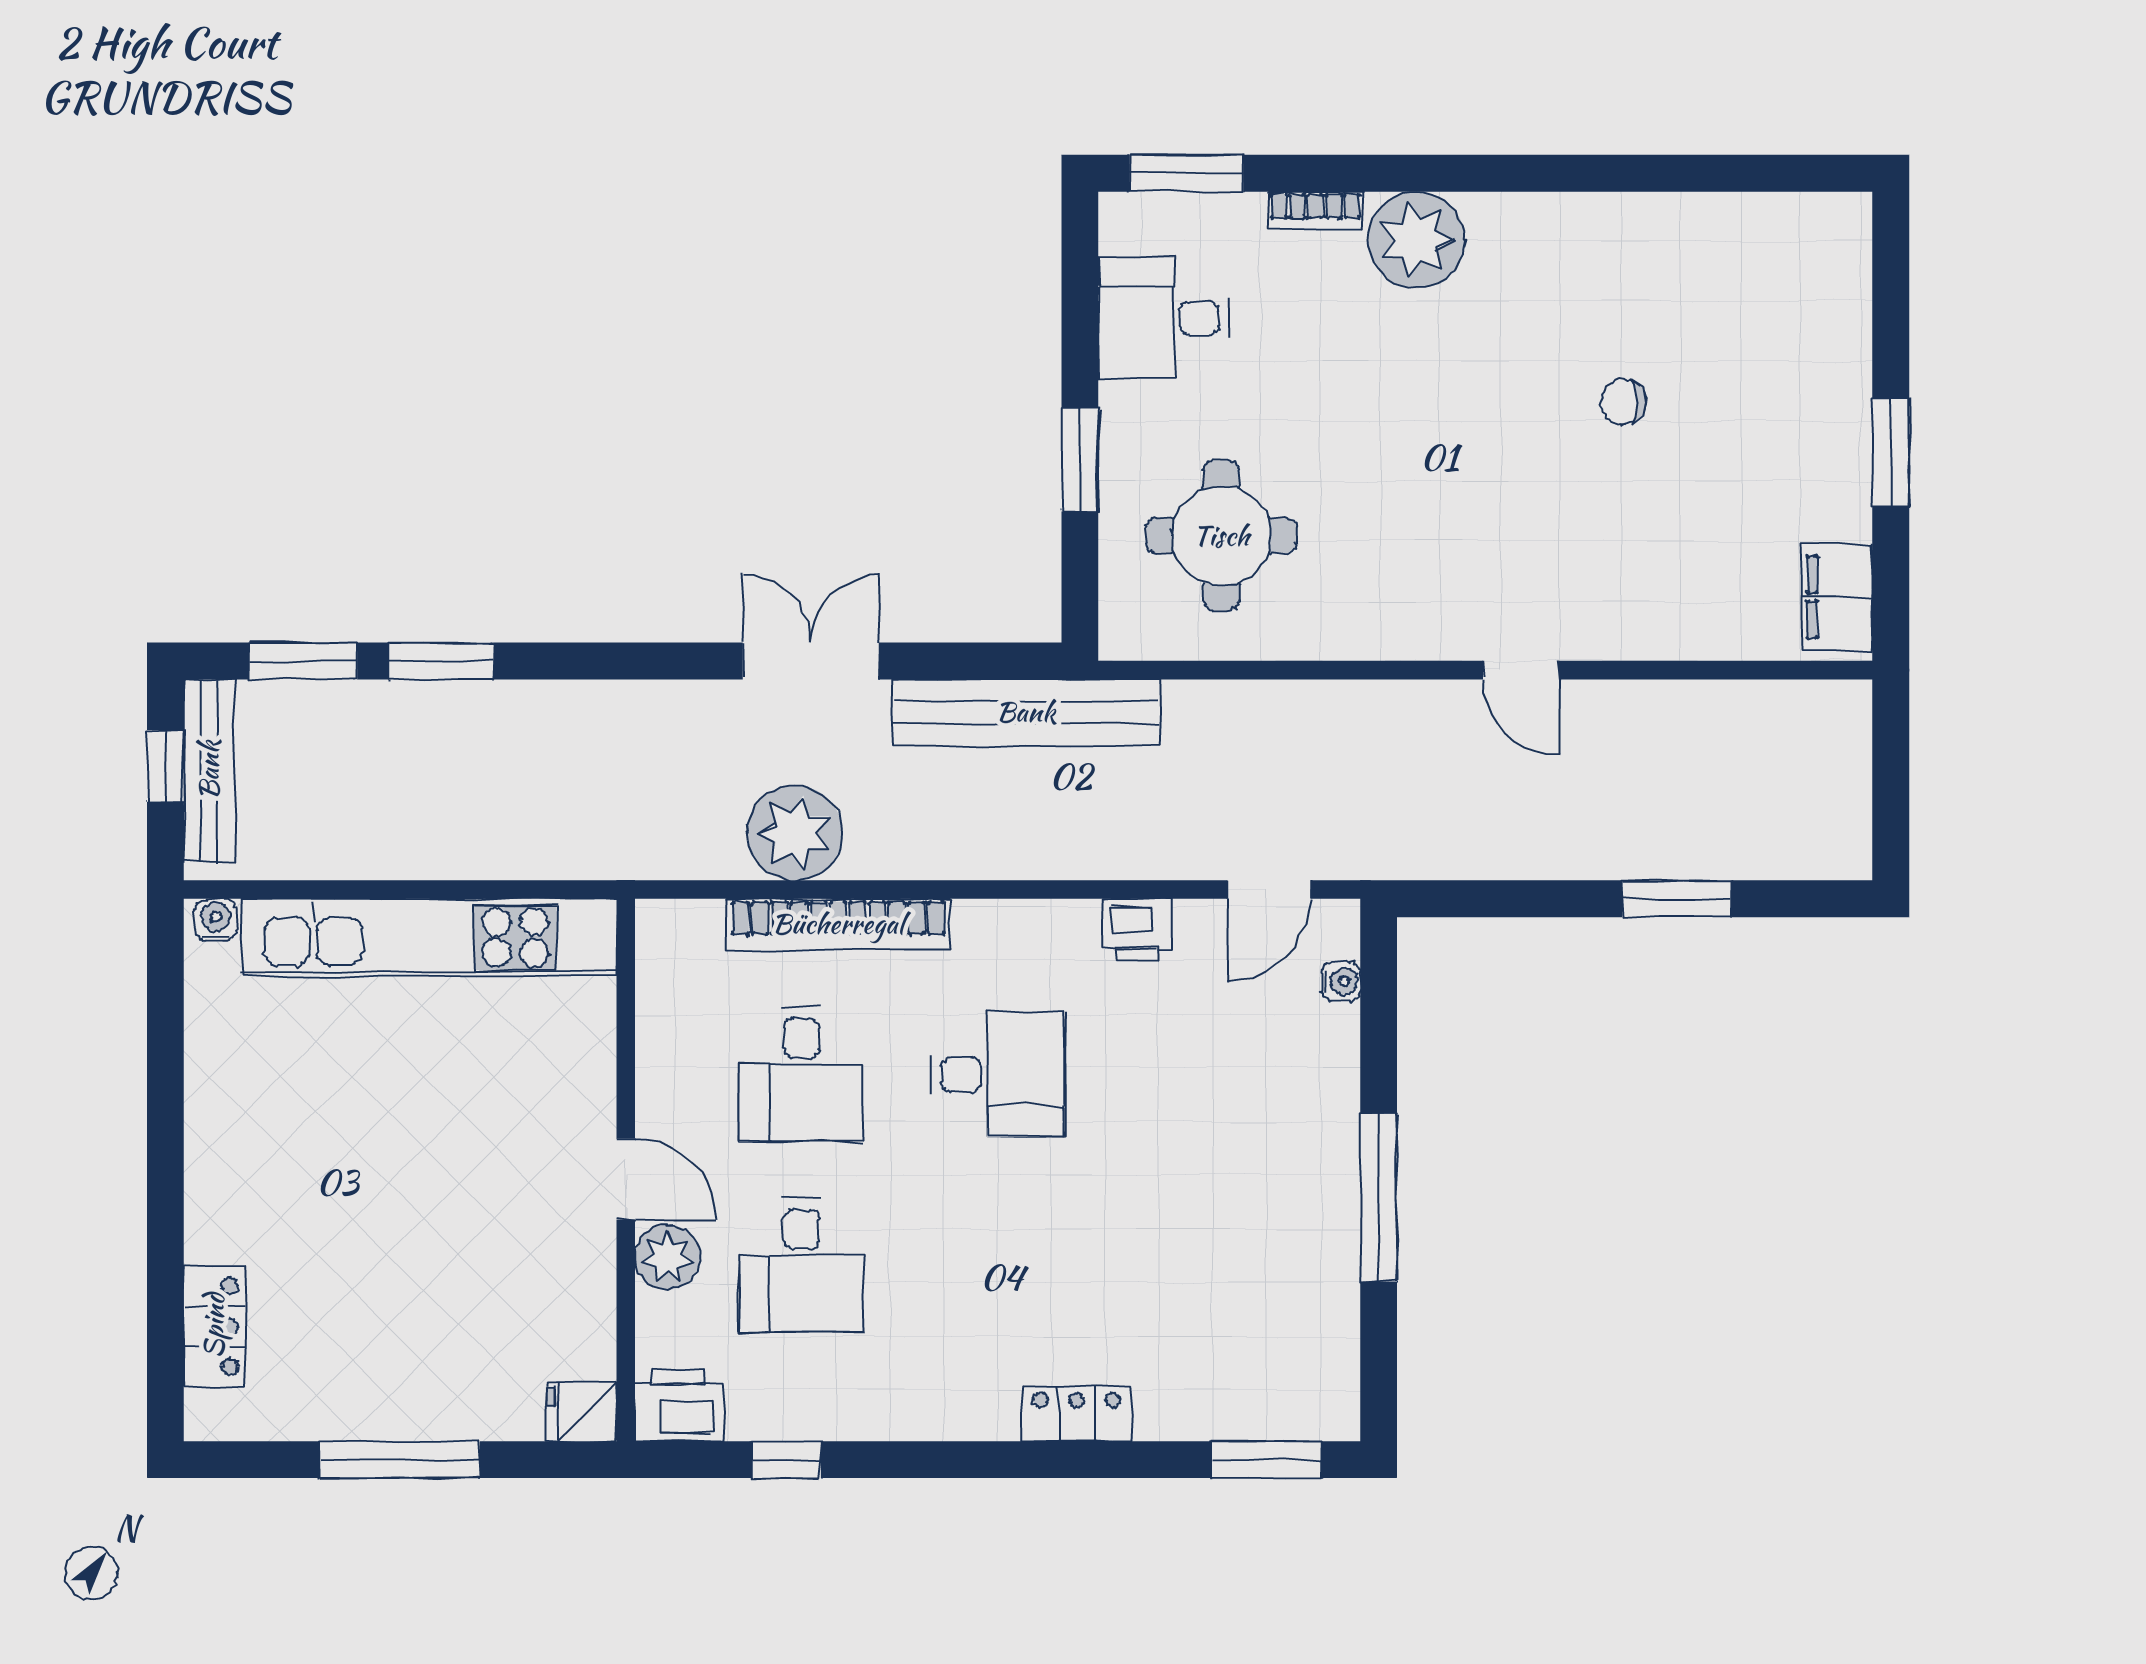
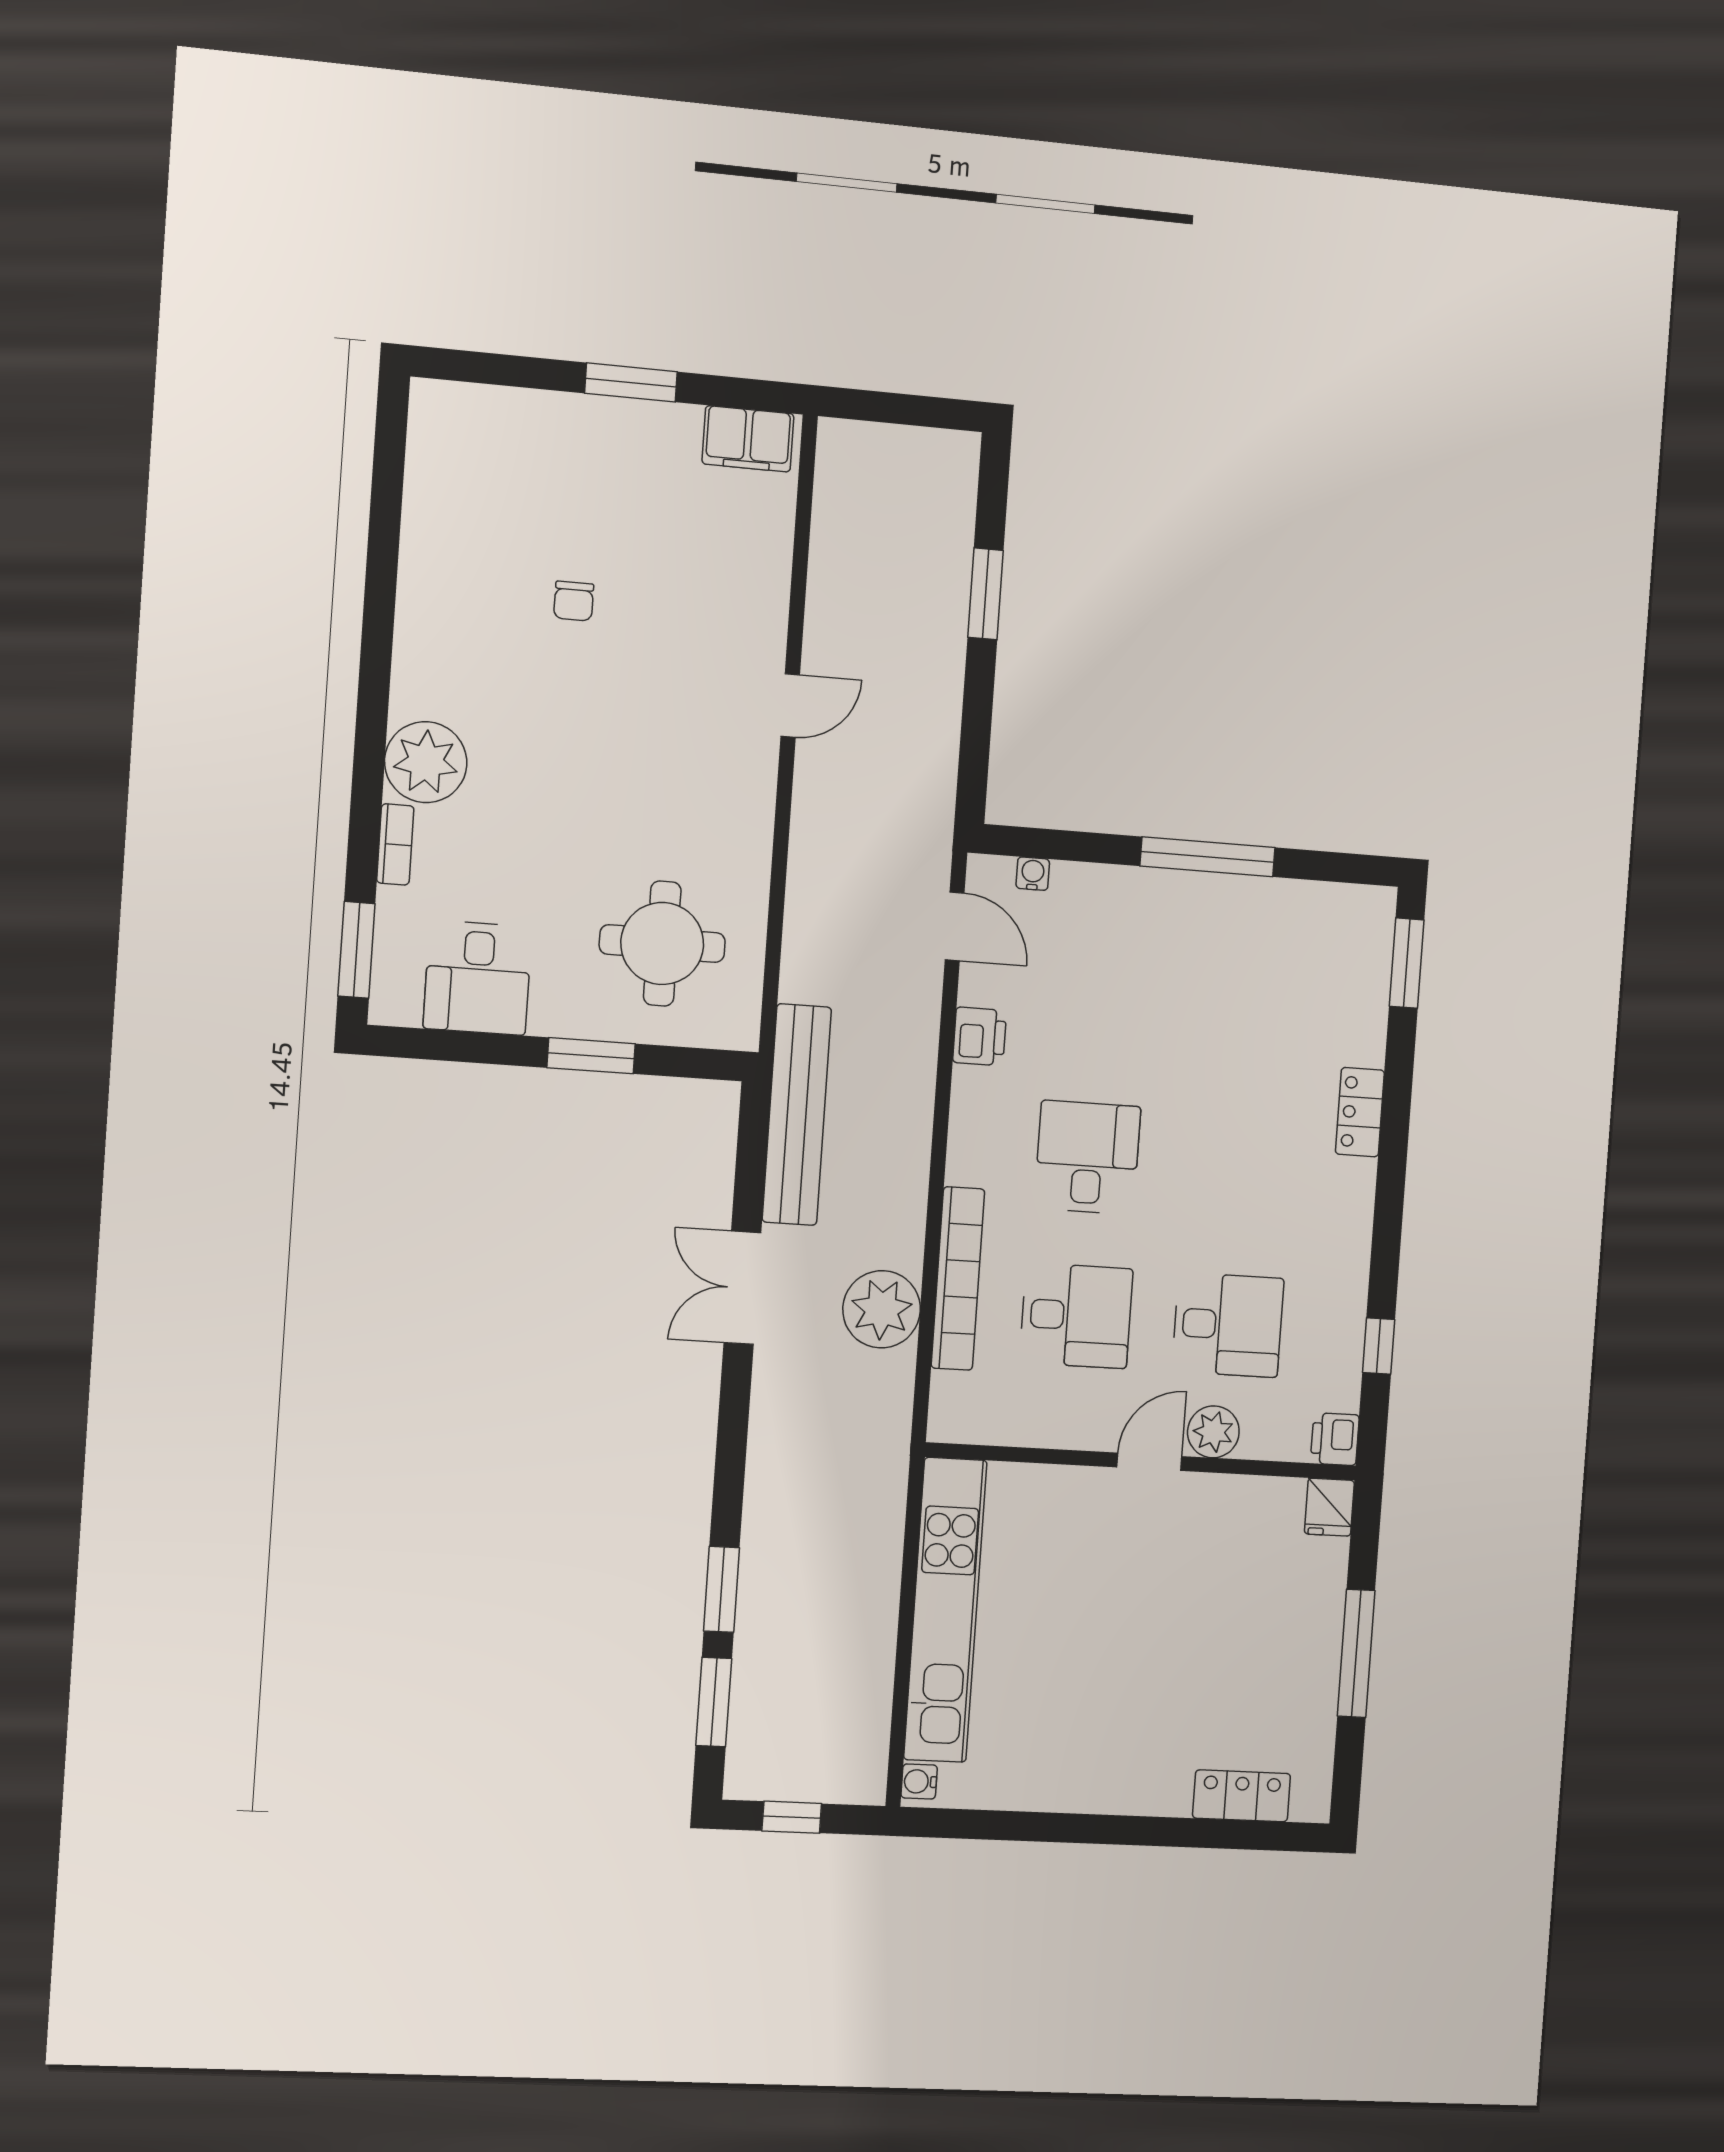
bench: (209, 770) -> (798, 1782), removed
printer: (678, 1405) -> (1335, 1439), width x0.73, depth x0.81

